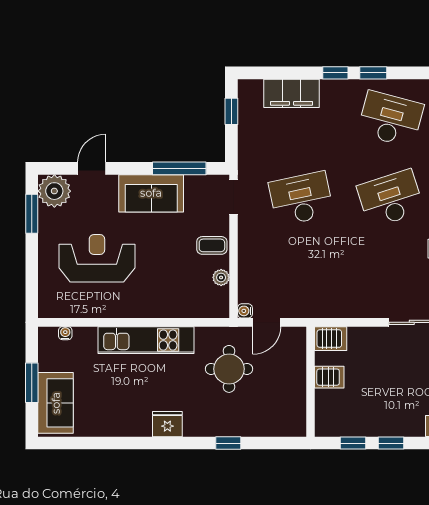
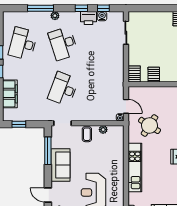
desk: (301, 199) -> (63, 89), turned 33
round table: (229, 369) -> (150, 125), turned 33

